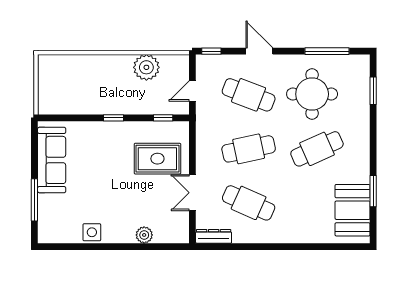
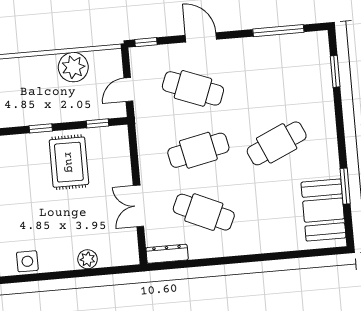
round table: (312, 94) -> (265, 81), removed
rug: (157, 159) -> (69, 162), moved, turned 90

